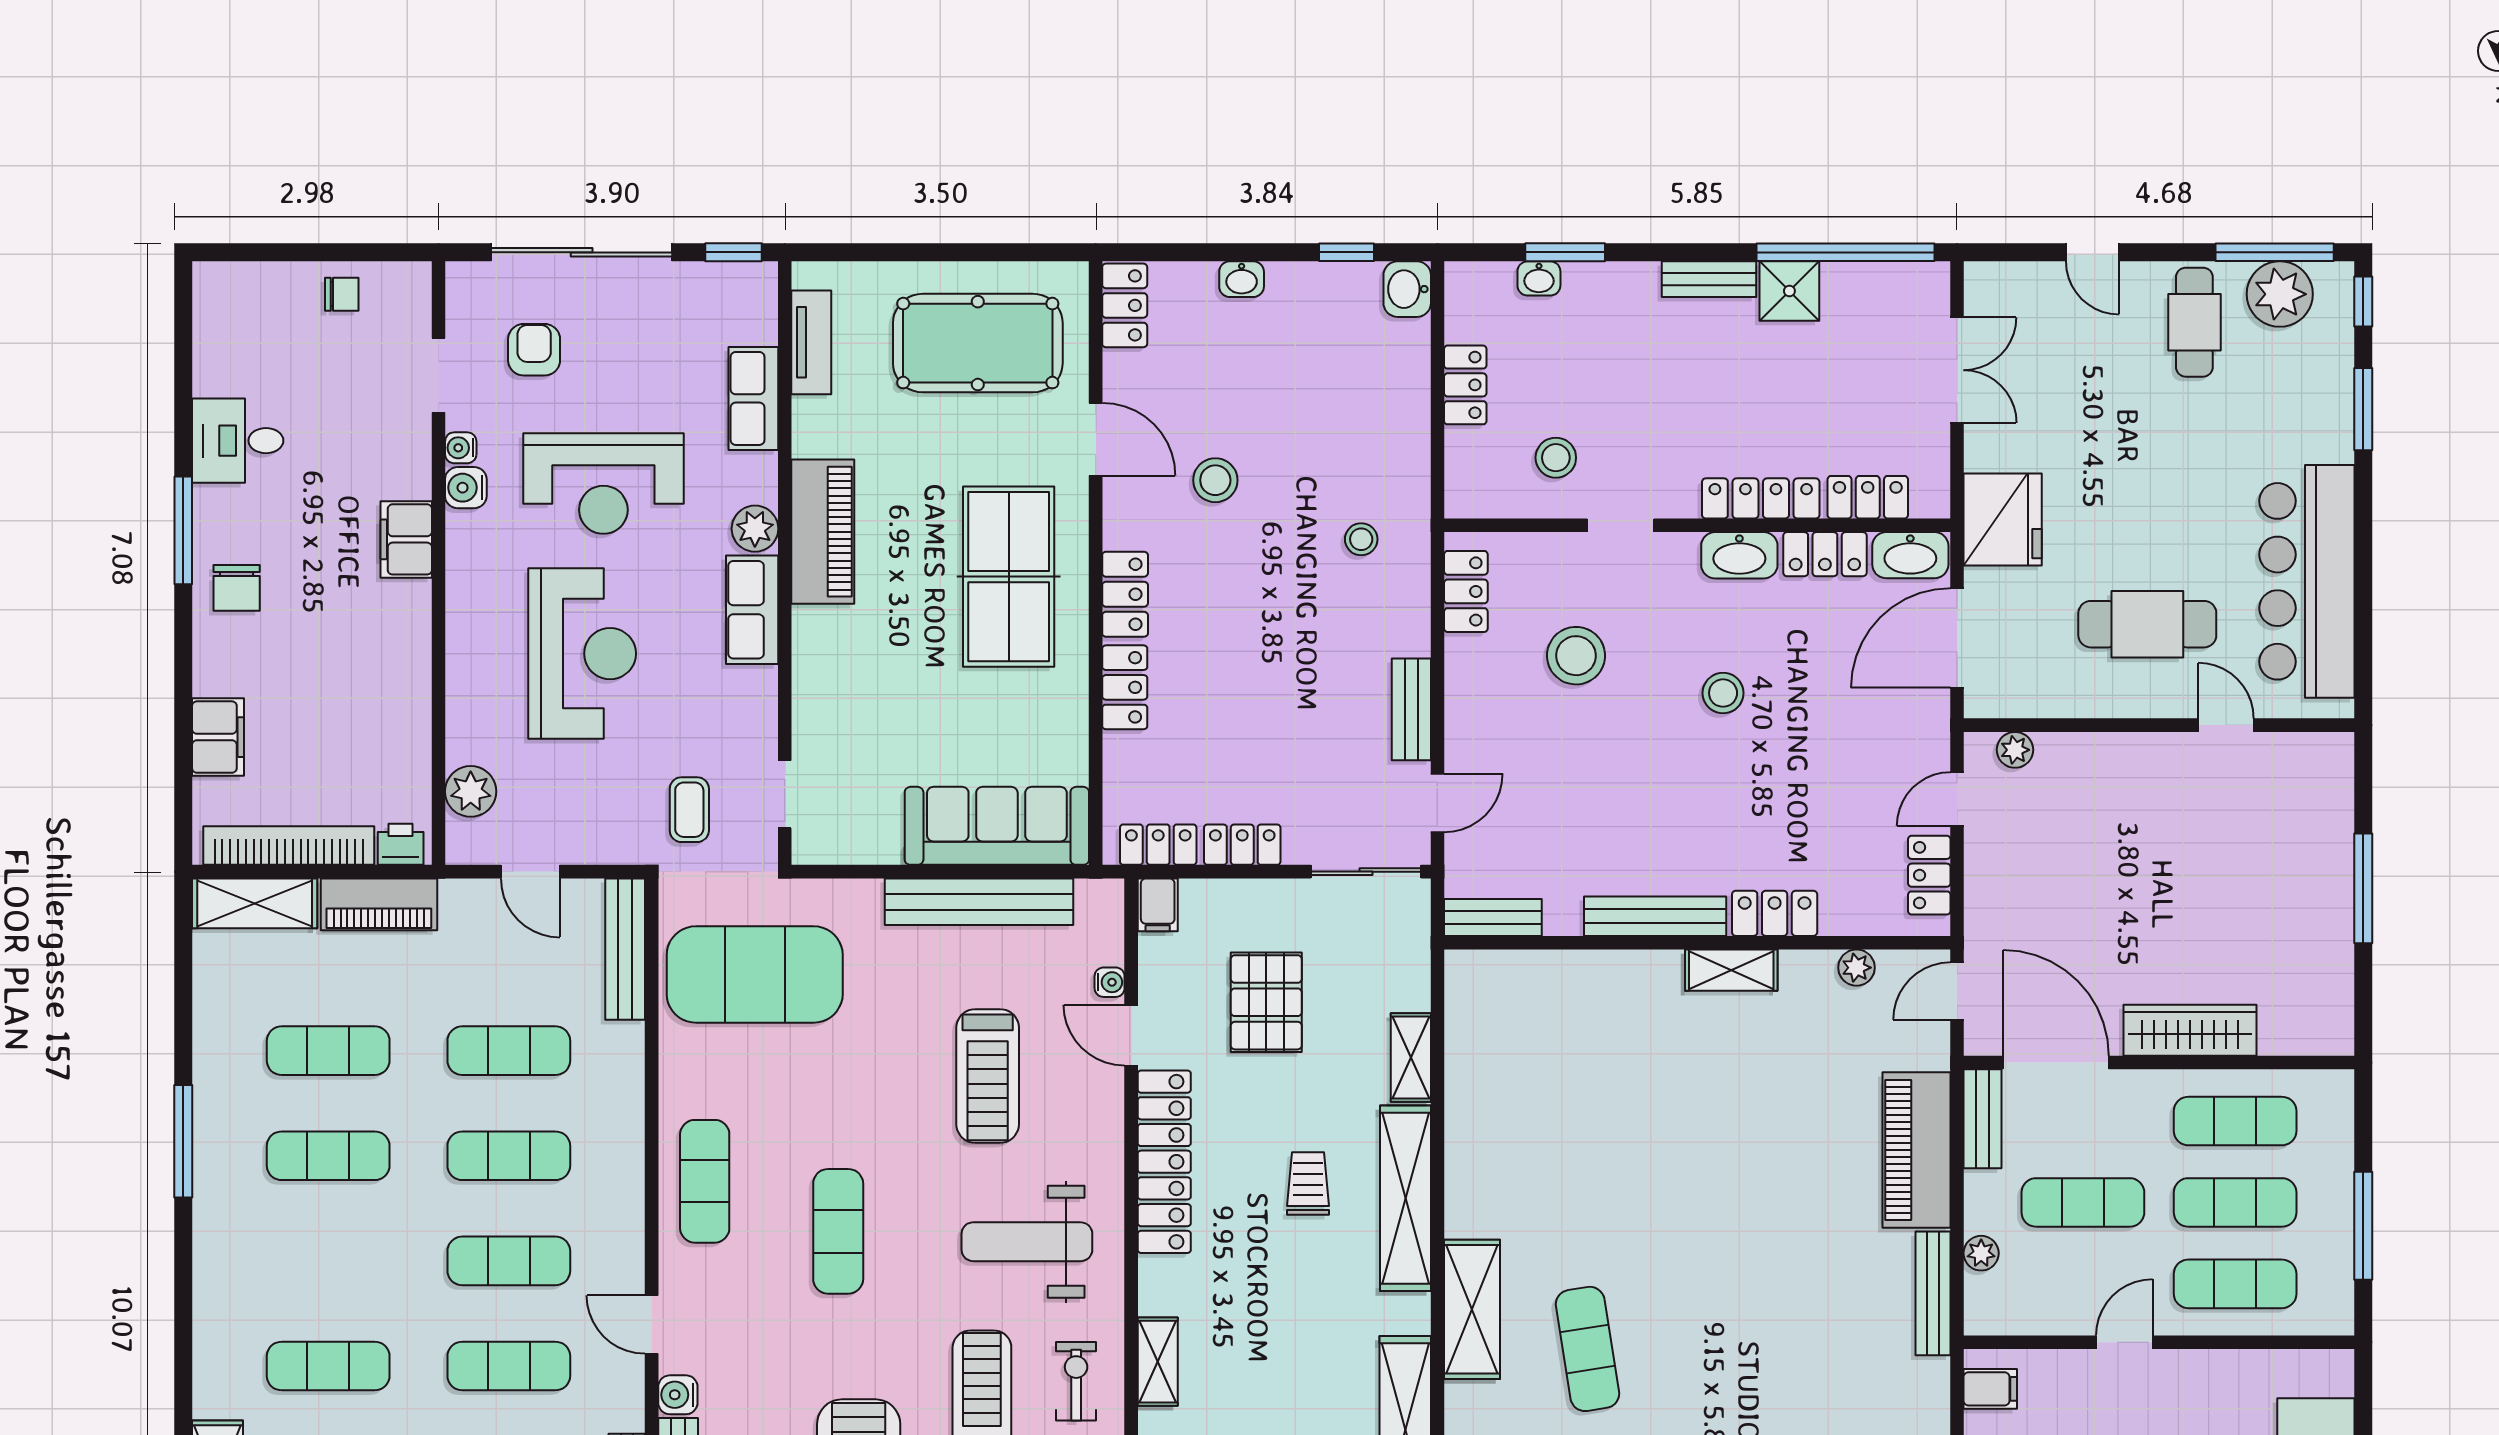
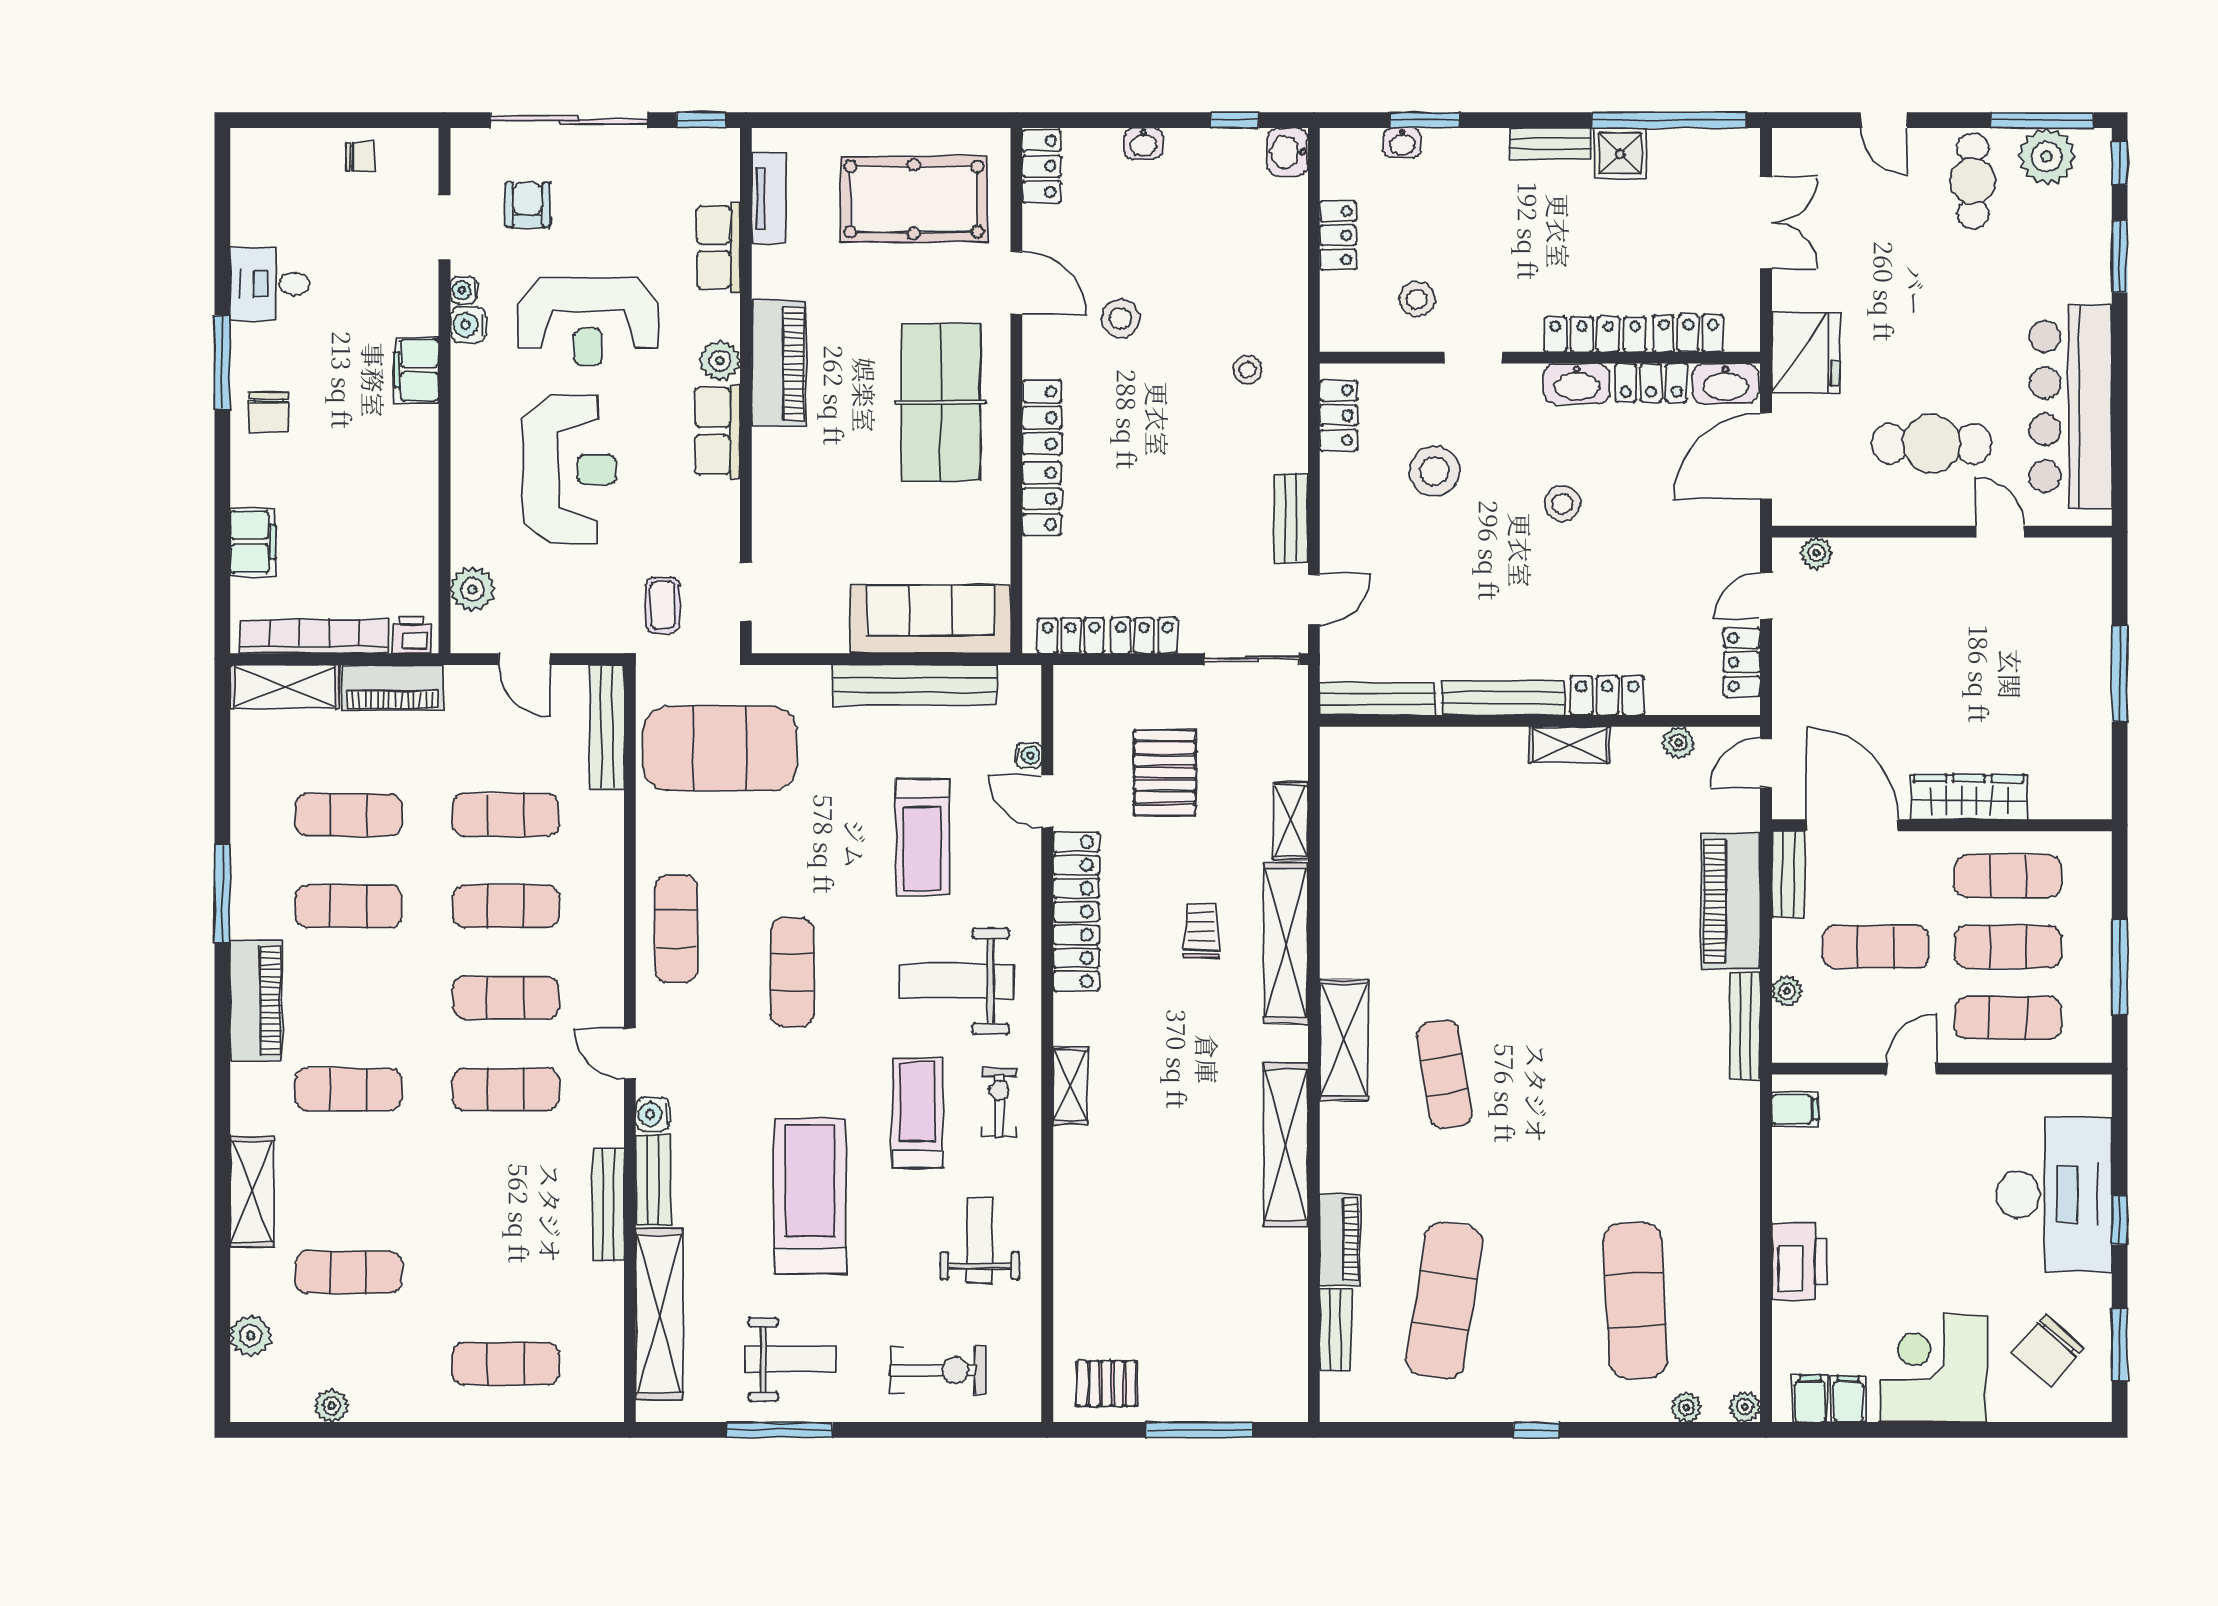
filing cabinet: (1158, 905) -> (1070, 688), removed
bench: (1493, 917) -> (1377, 699), width x1.36
piano: (222, 1264) -> (256, 1000), added

